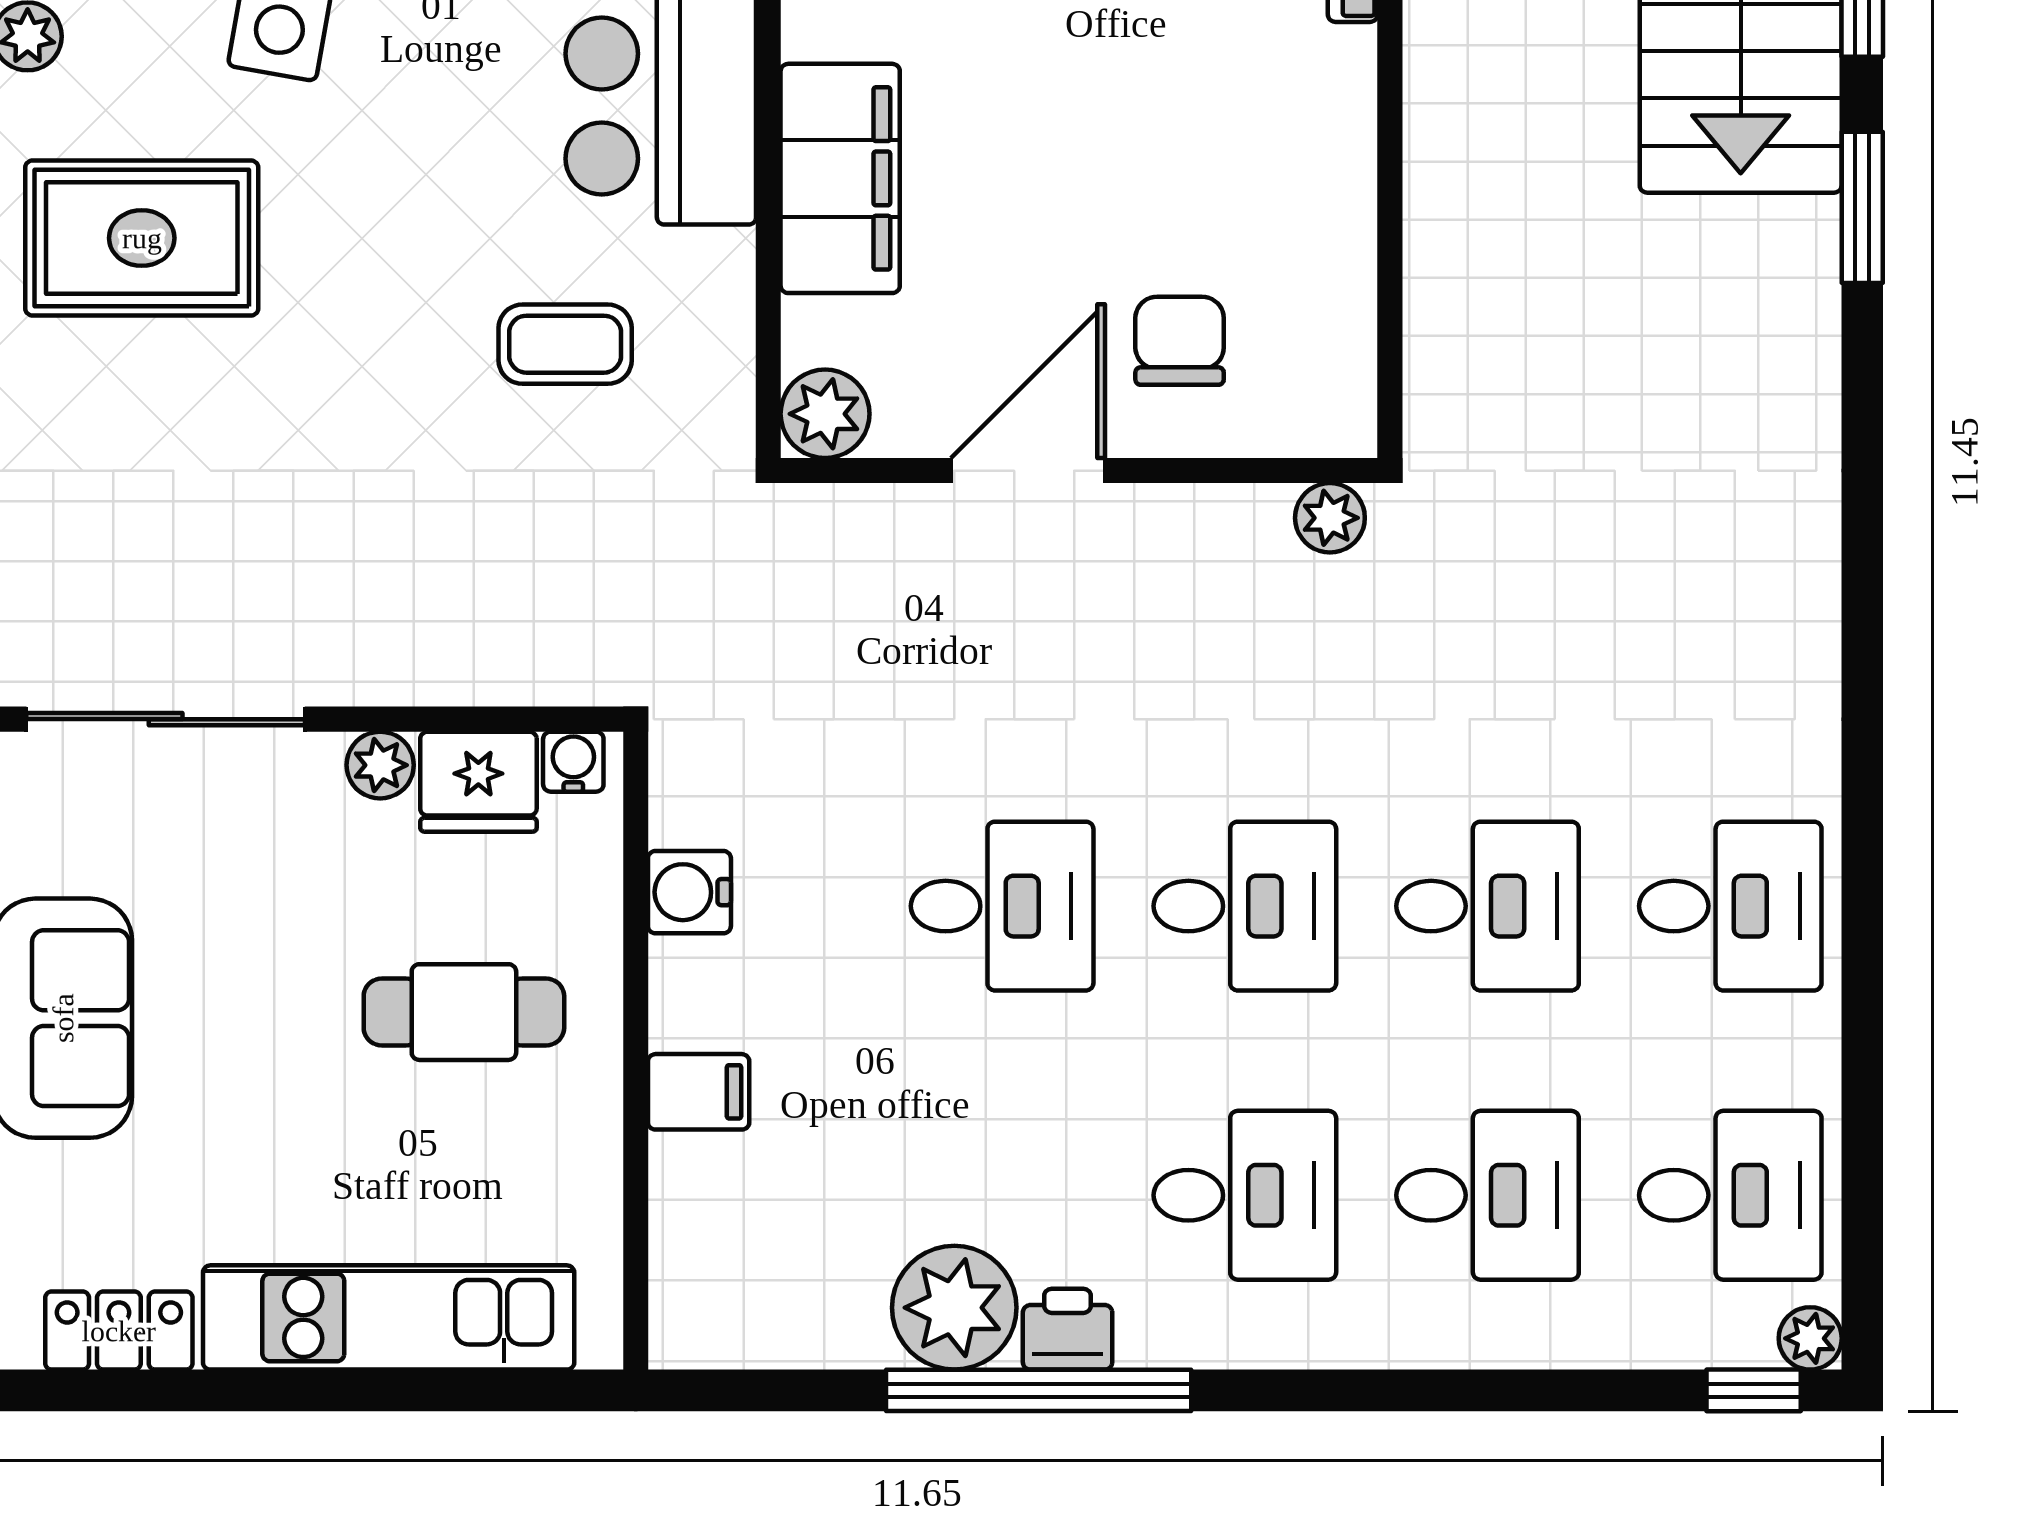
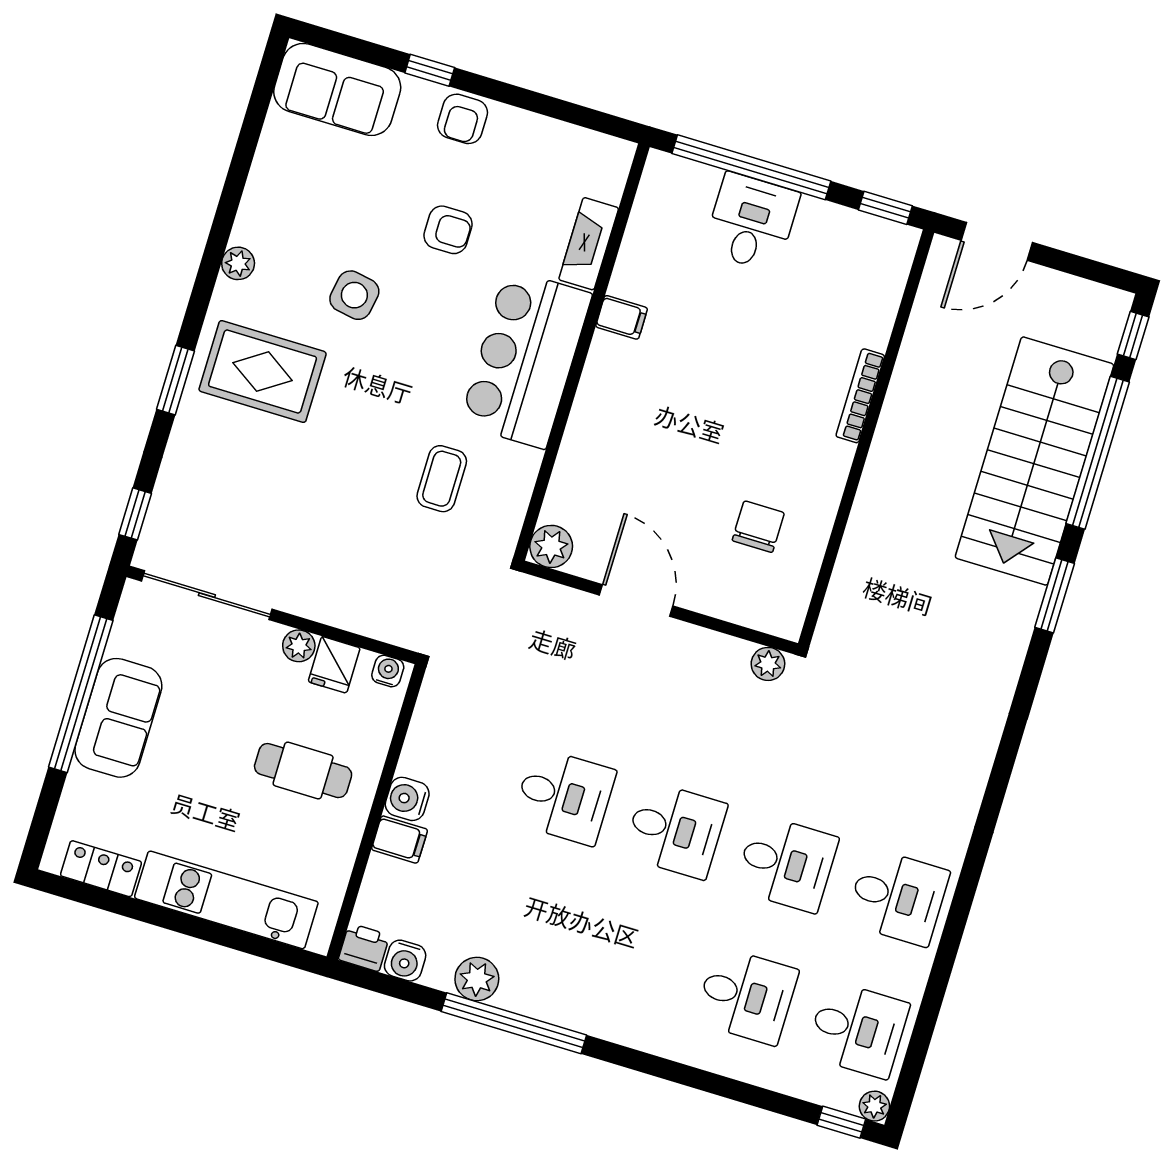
filing cabinet: (840, 178) -> (591, 441), removed
chair: (1180, 341) -> (758, 527), moved
coffee table: (565, 344) -> (442, 479), turned 90
door: (1028, 471) -> (636, 601), hinge flipped
fridge: (478, 782) -> (334, 665), width x0.72
water cooler: (689, 892) -> (407, 799), moved
desk: (1245, 1195) -> (635, 962), removed
plant: (954, 1308) -> (477, 979), width x0.73, depth x0.73
printer: (1068, 1329) -> (364, 947), moved
water cooler: (783, 1331) -> (405, 961), added

